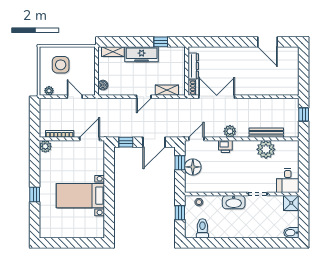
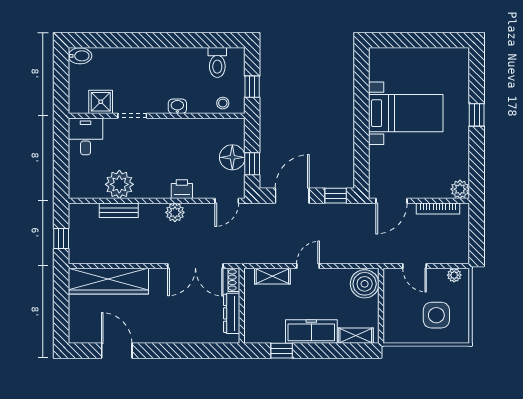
boiler: (103, 85) -> (365, 284), width x1.86, depth x1.86
wardrobe: (273, 87) -> (108, 281), added
bench: (266, 133) -> (119, 210), width x0.73
washbasin: (234, 202) -> (177, 106), width x0.52, depth x0.69
shower: (291, 203) -> (101, 102), moved

